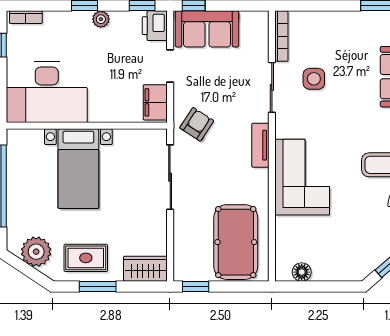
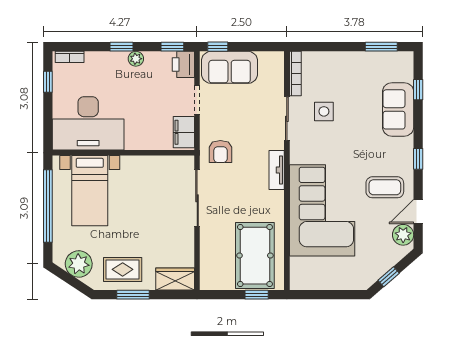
armchair: (197, 124) -> (220, 152), turned 147
bed with nightstands: (78, 169) -> (90, 191), moved
corner sofa: (302, 177) -> (322, 210), width x1.36, depth x1.36
floor lamp: (302, 272) -> (313, 282), removed
window: (196, 286) -> (257, 295), moved

